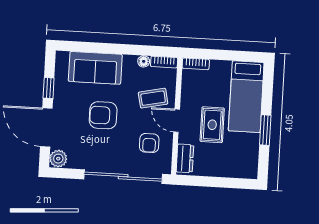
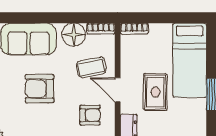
floor lamp: (144, 61) -> (74, 35), width x1.89, depth x1.89
armchair: (149, 143) -> (90, 115), turned -90

